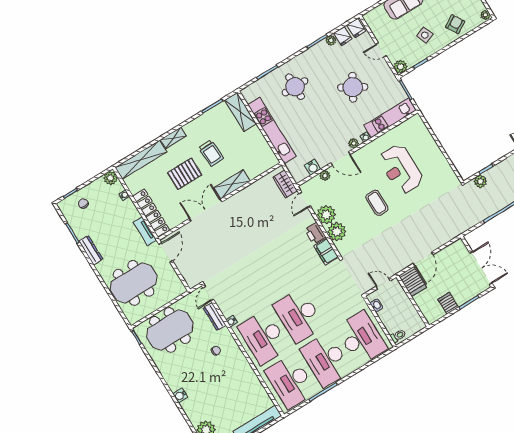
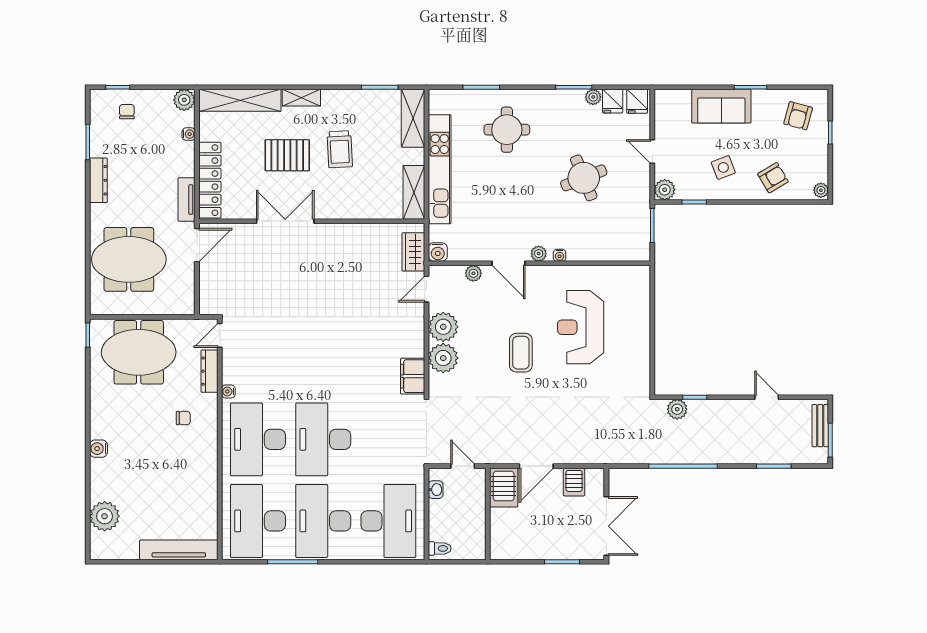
round table: (353, 87) -> (584, 178), turned 38
kitchen unit: (390, 118) -> (609, 250), removed
water cooler: (313, 167) -> (438, 252), moved
shelving: (232, 184) -> (414, 192), moved, turned 90
printer: (315, 233) -> (413, 343), removed
server rack: (448, 303) -> (574, 482), moved, turned 180

